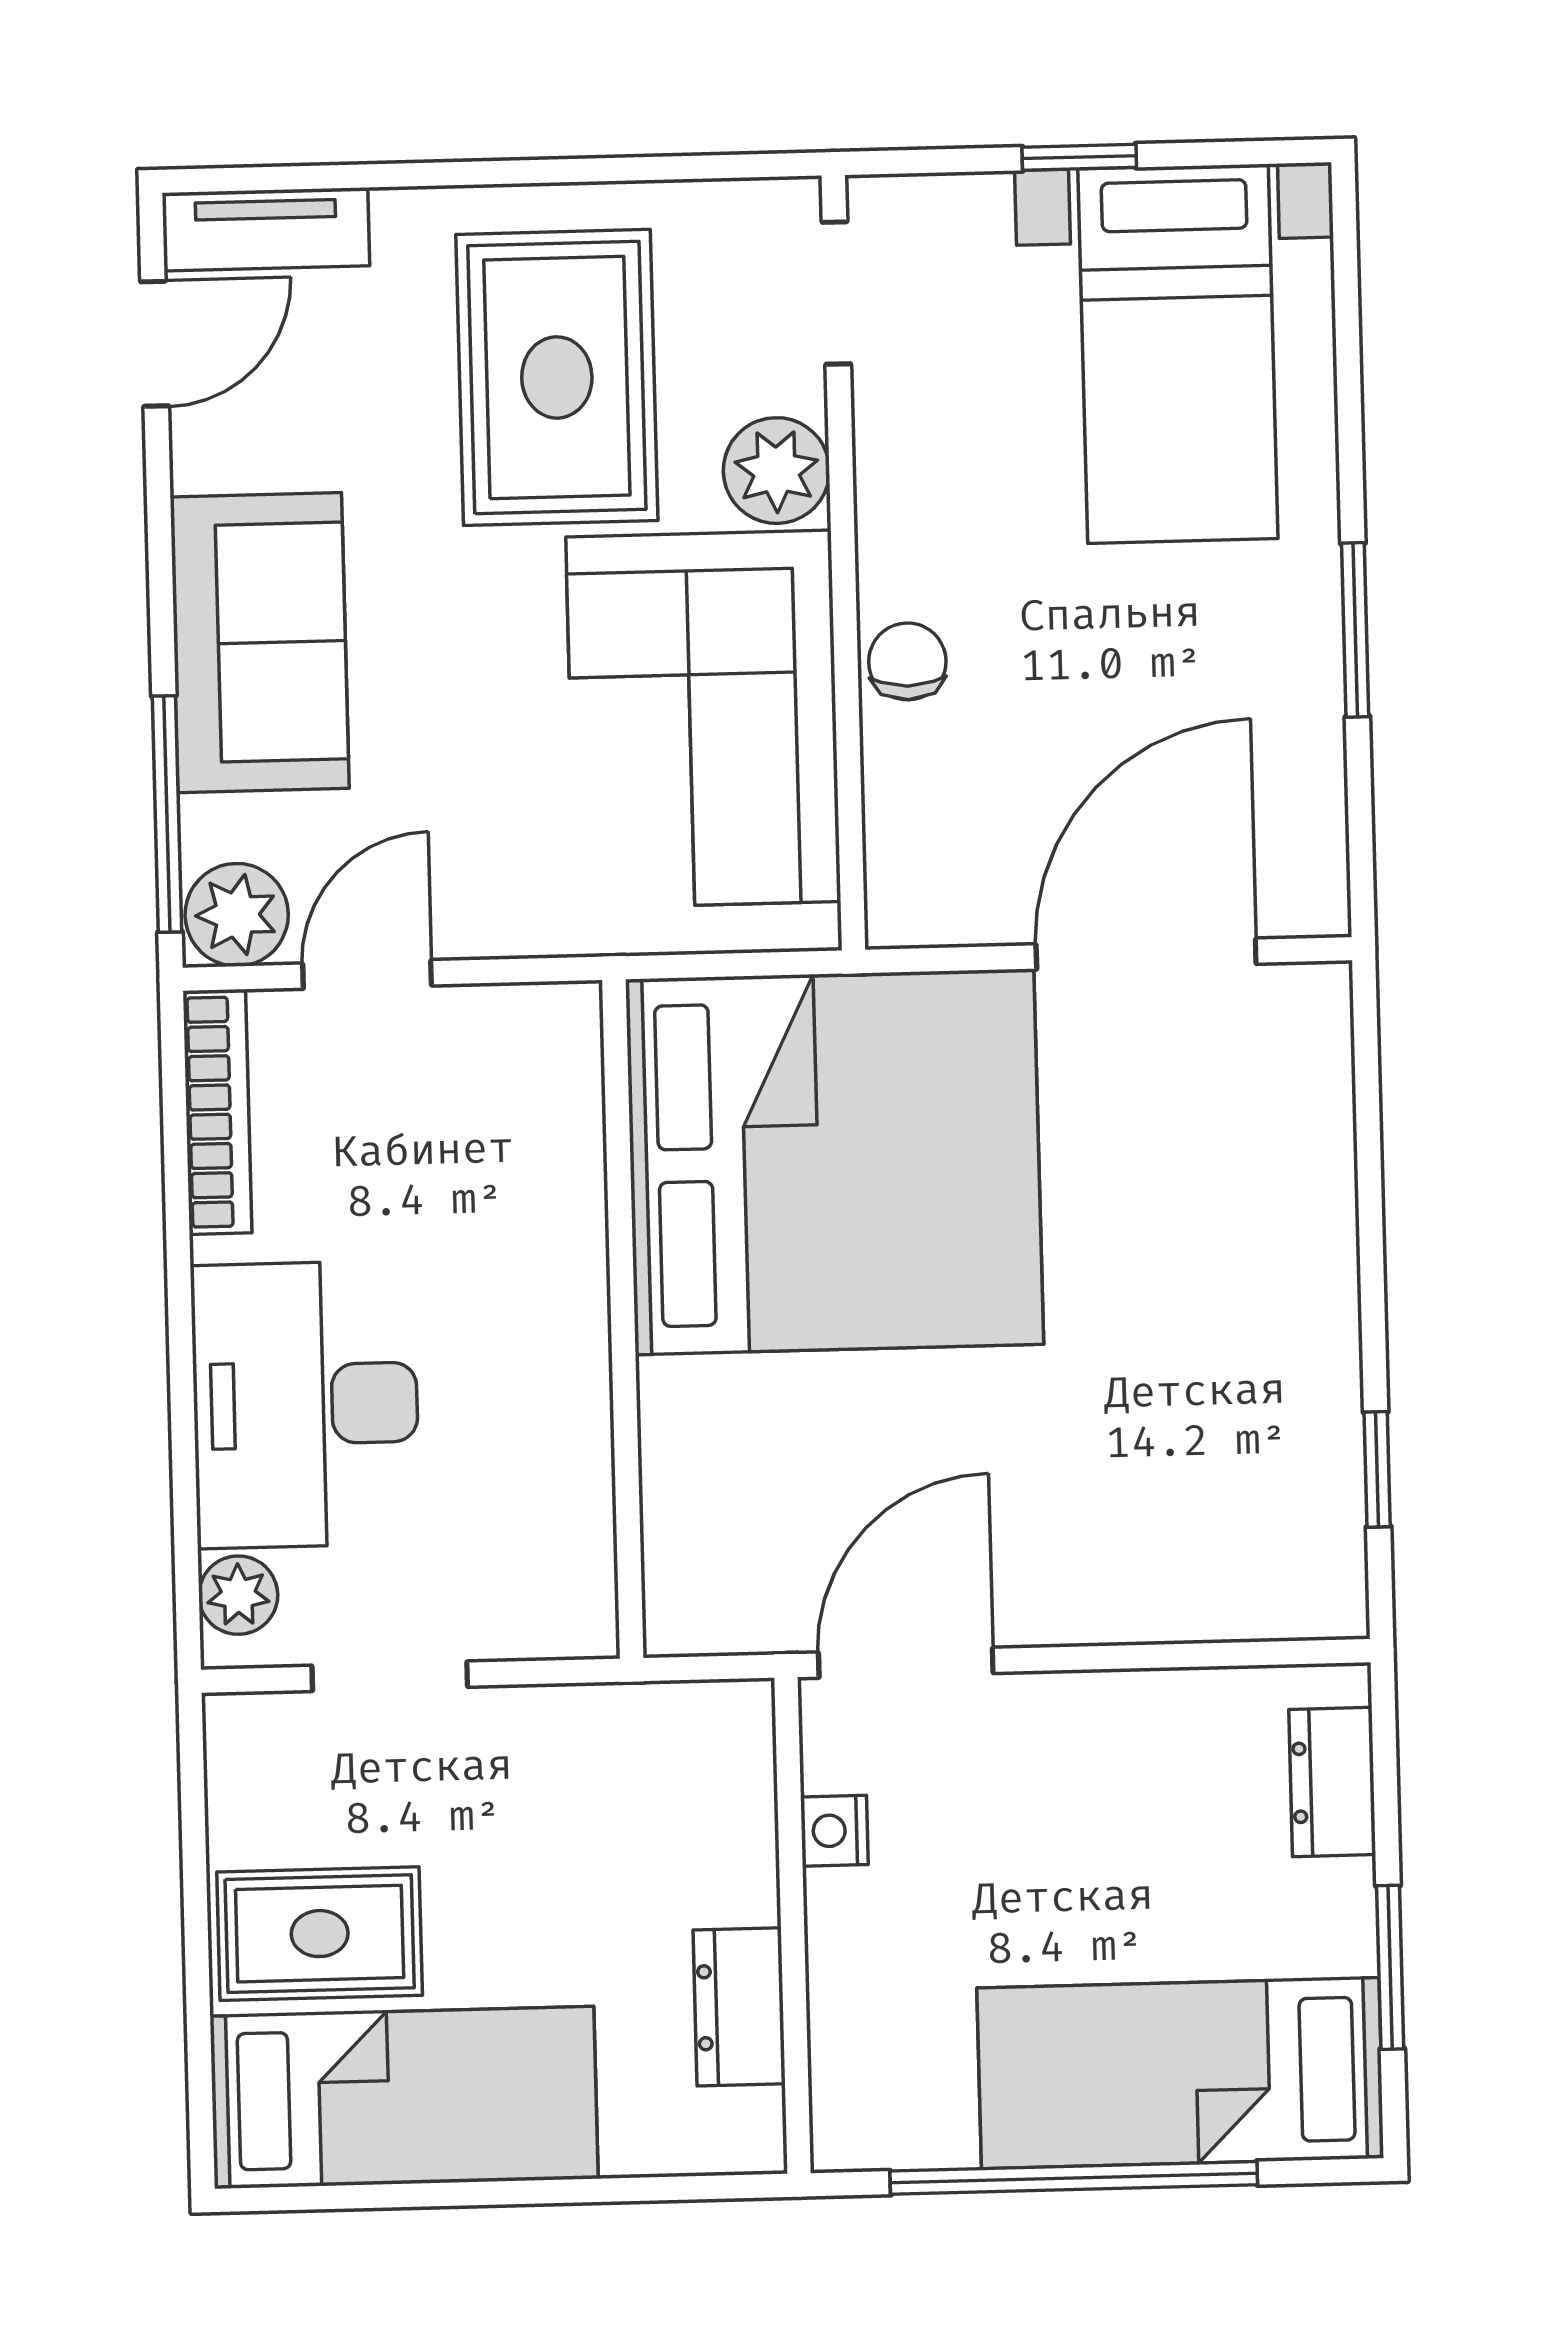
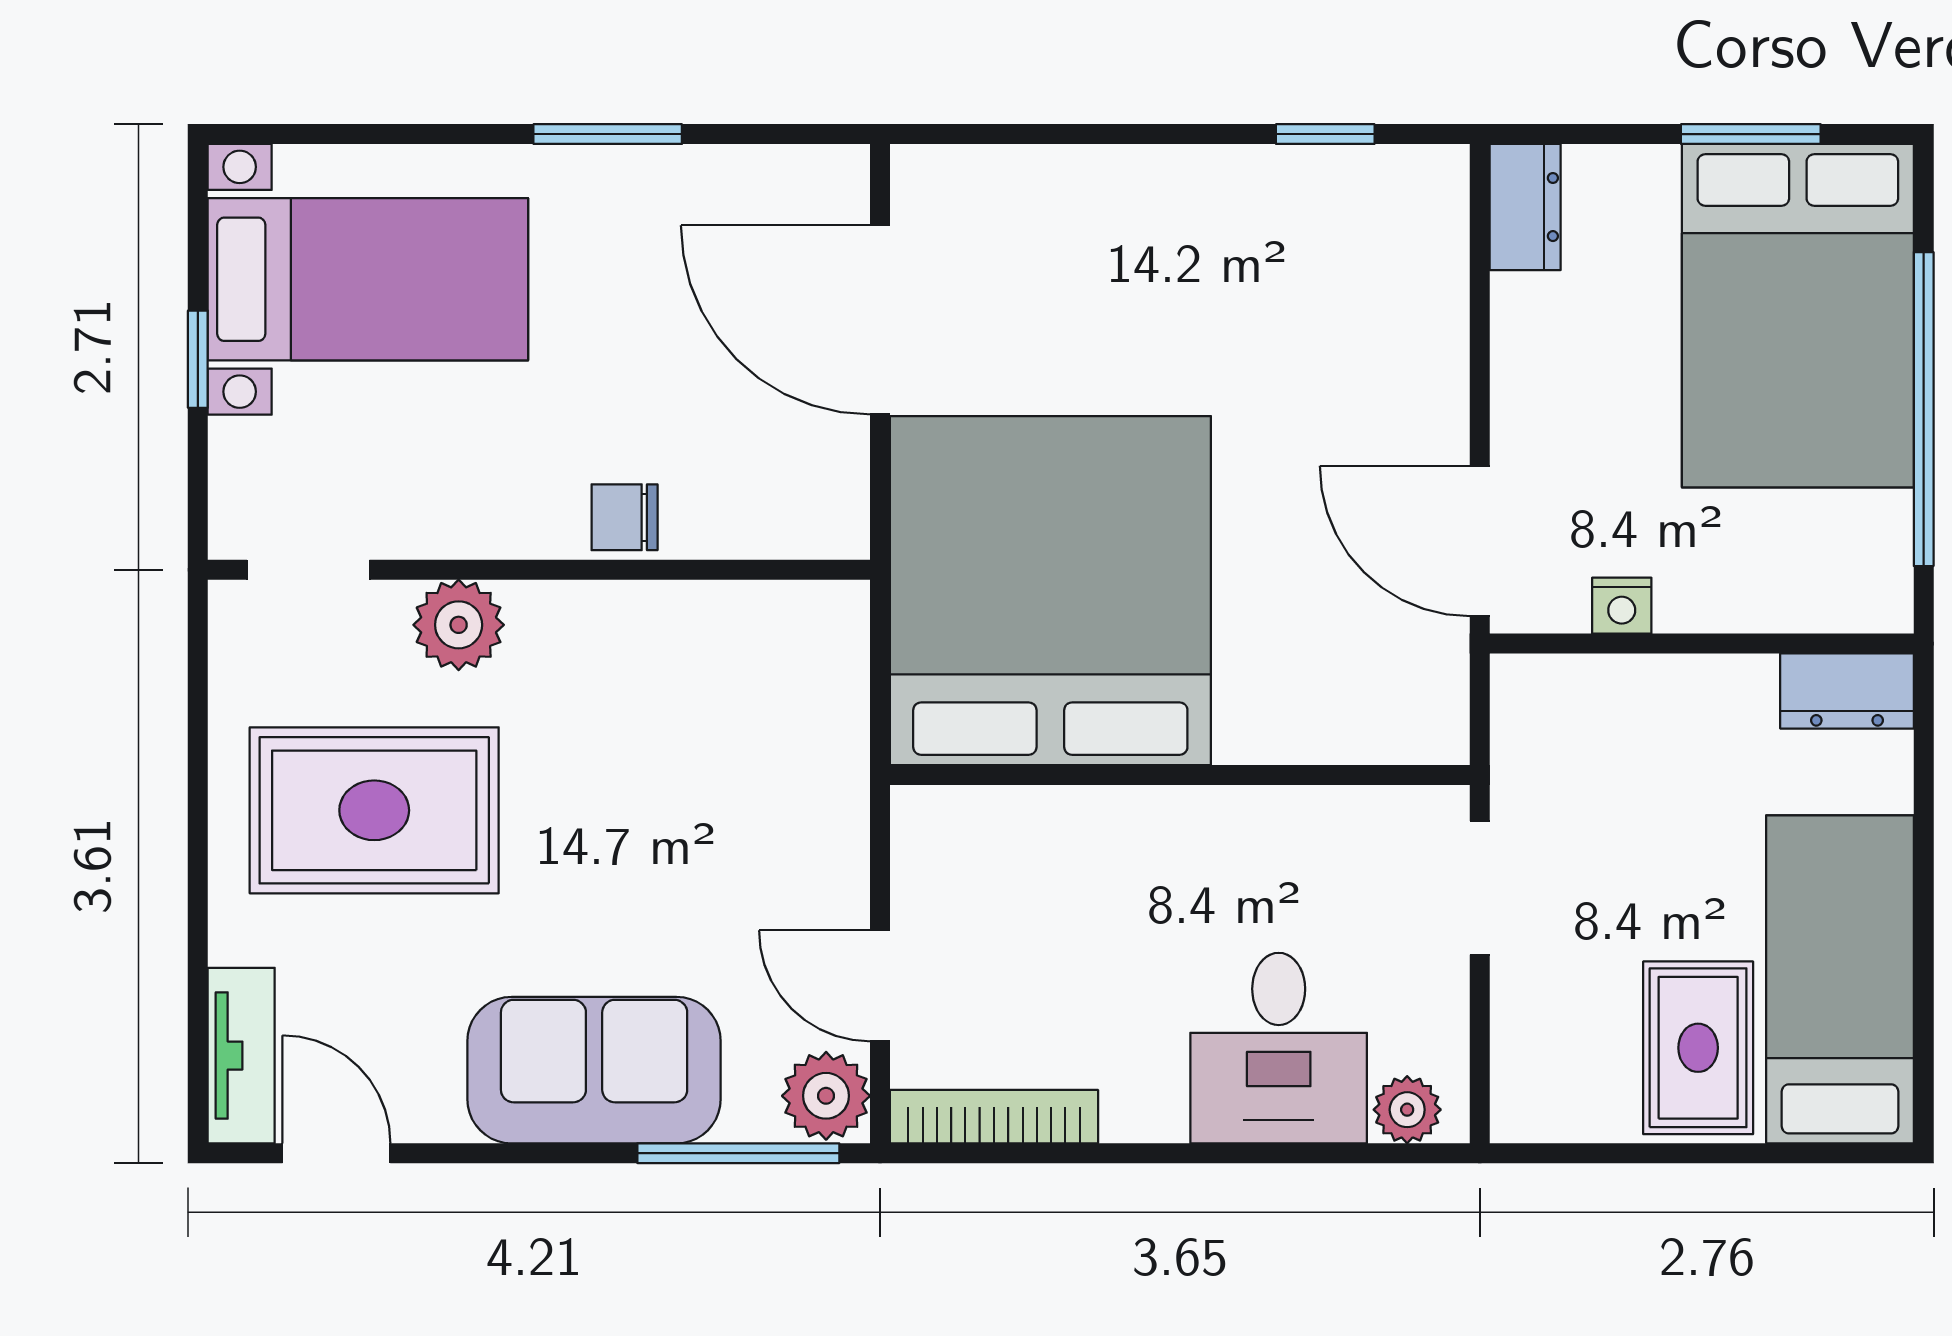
corner sofa: (703, 719) -> (669, 693), removed
desk: (305, 1404) -> (1279, 1048), width x0.73
doorway: (390, 1676) -> (1480, 888), moved
dresser: (1332, 1782) -> (1525, 207), moved, turned -90
dresser: (739, 2007) -> (1847, 691), moved
bed: (1180, 2073) -> (1798, 316), width x1.50

